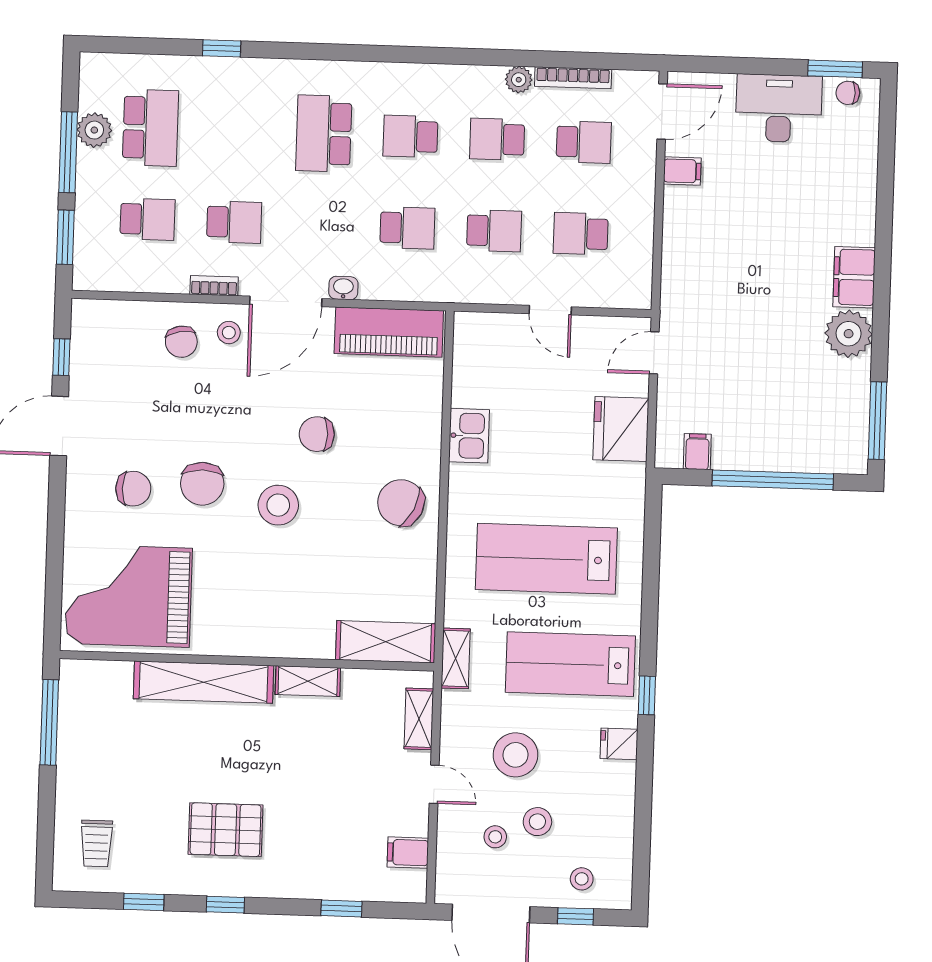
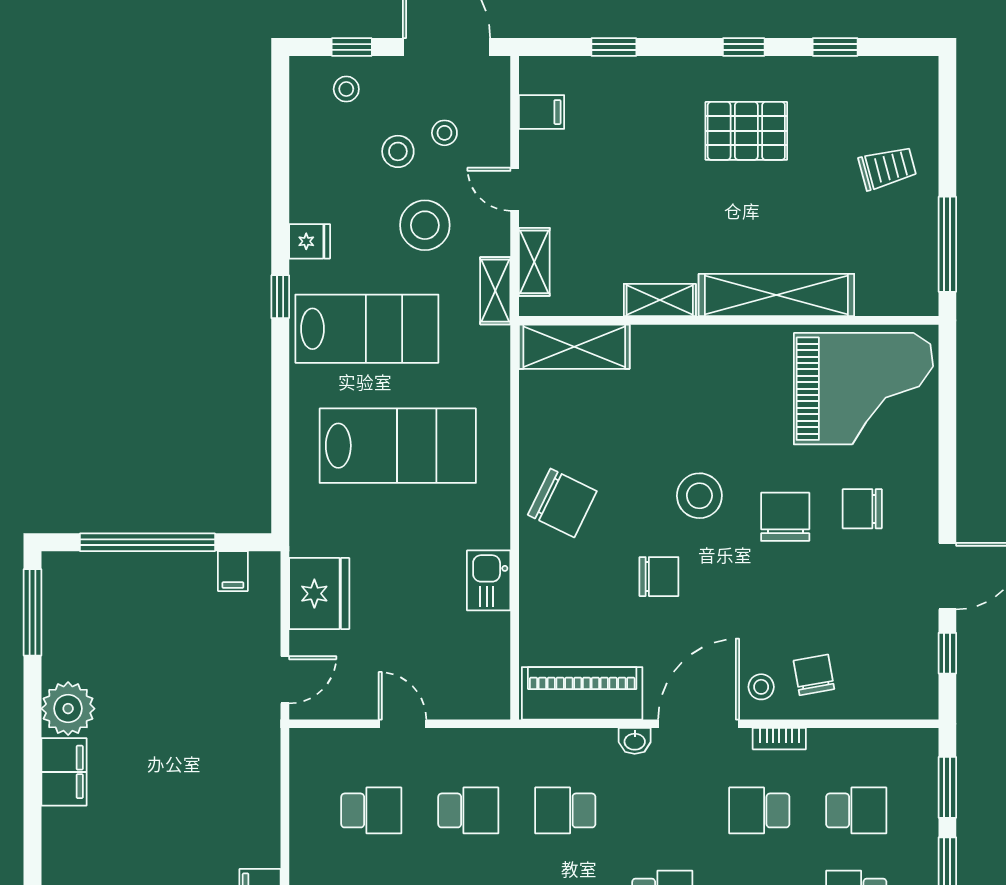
school desk: (147, 219) -> (856, 810), turned 180
school desk: (494, 231) -> (468, 810), turned 180
shelving: (456, 658) -> (495, 291), moved
trolley: (96, 843) -> (887, 168), moved, turned 75

